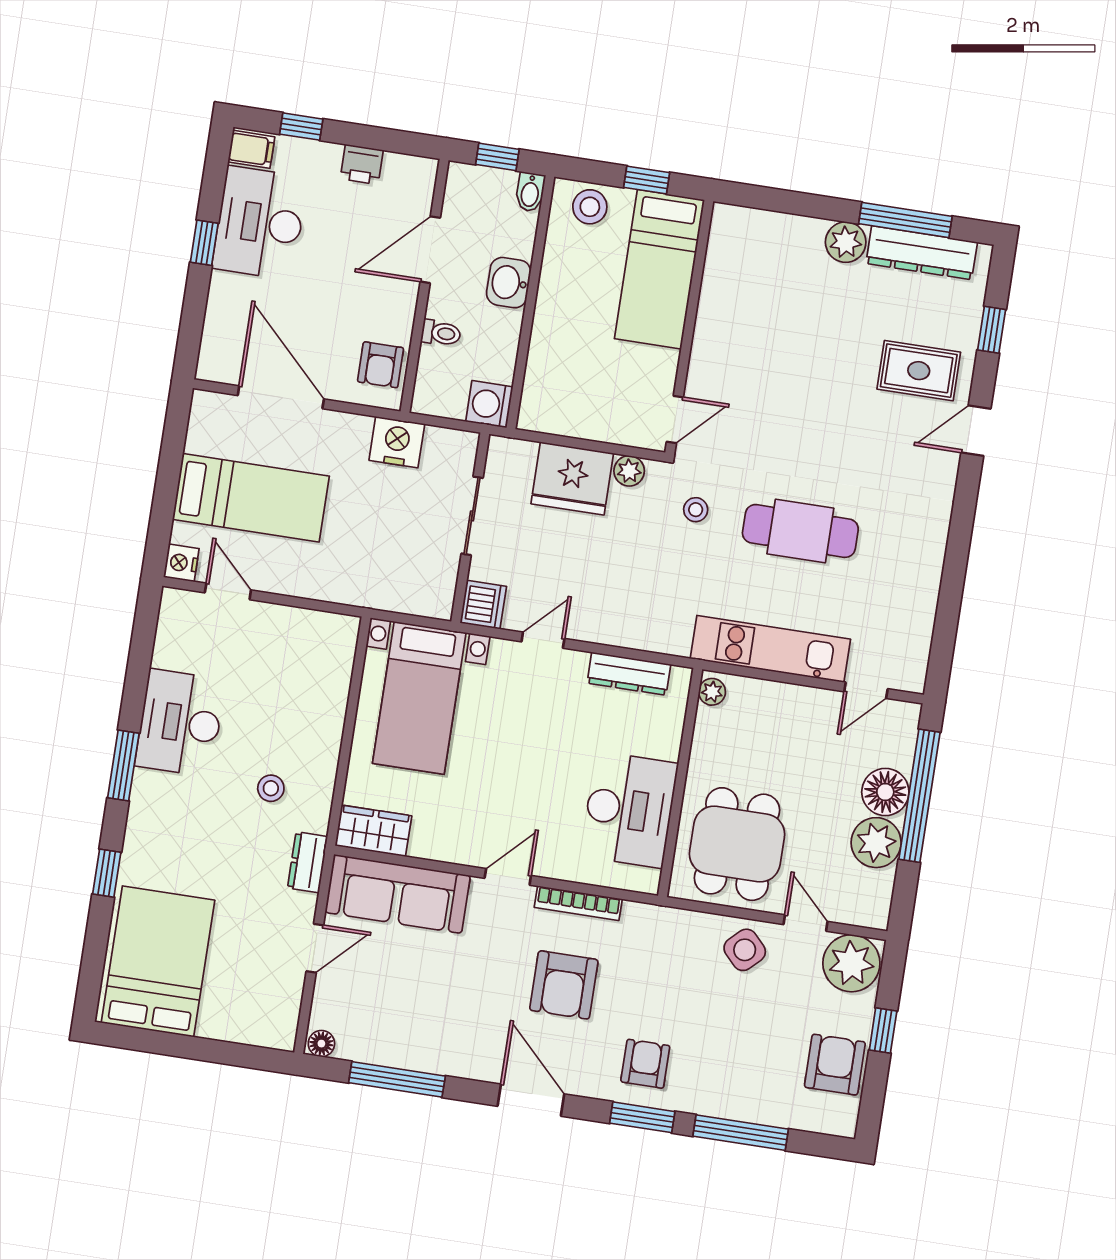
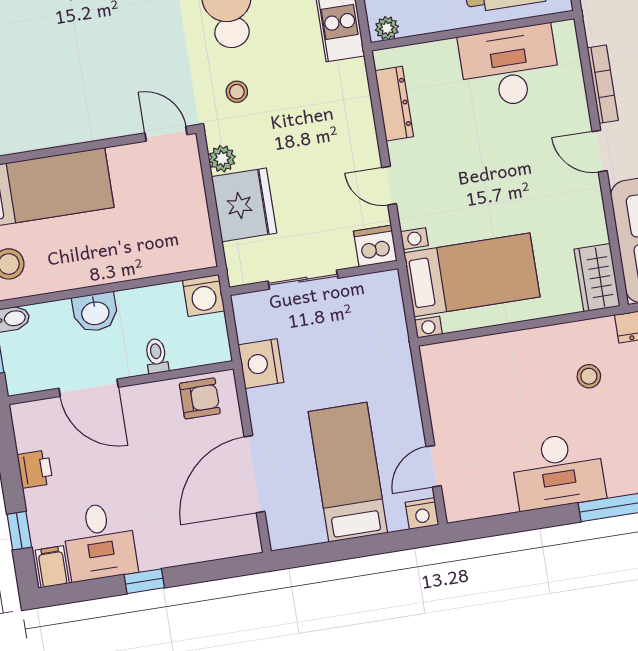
desk: (260, 223) -> (100, 541), width x0.73

